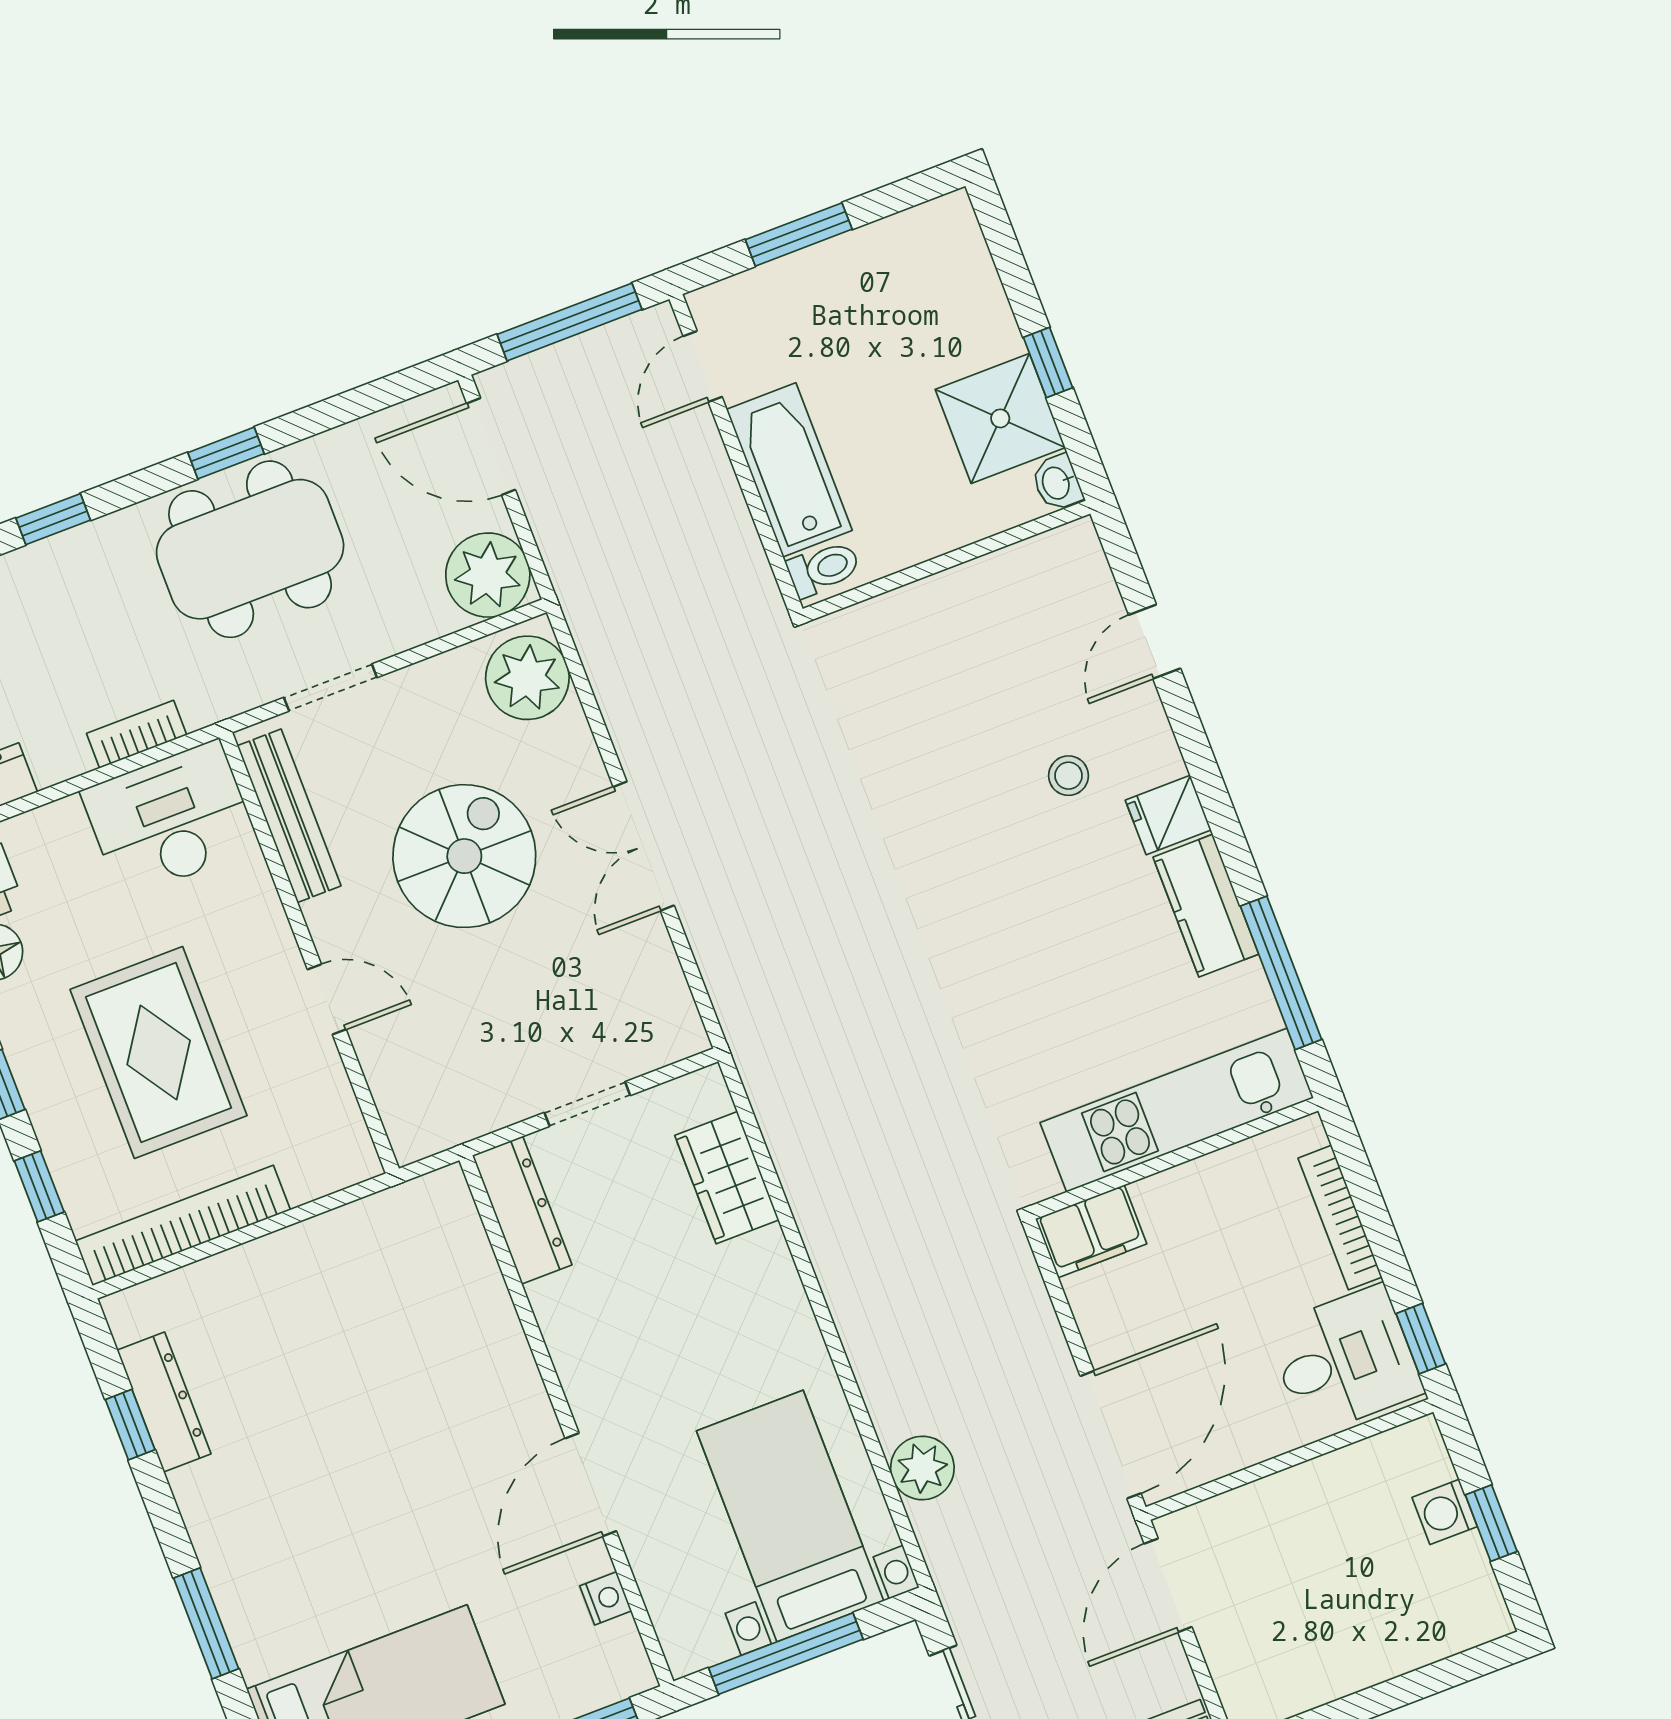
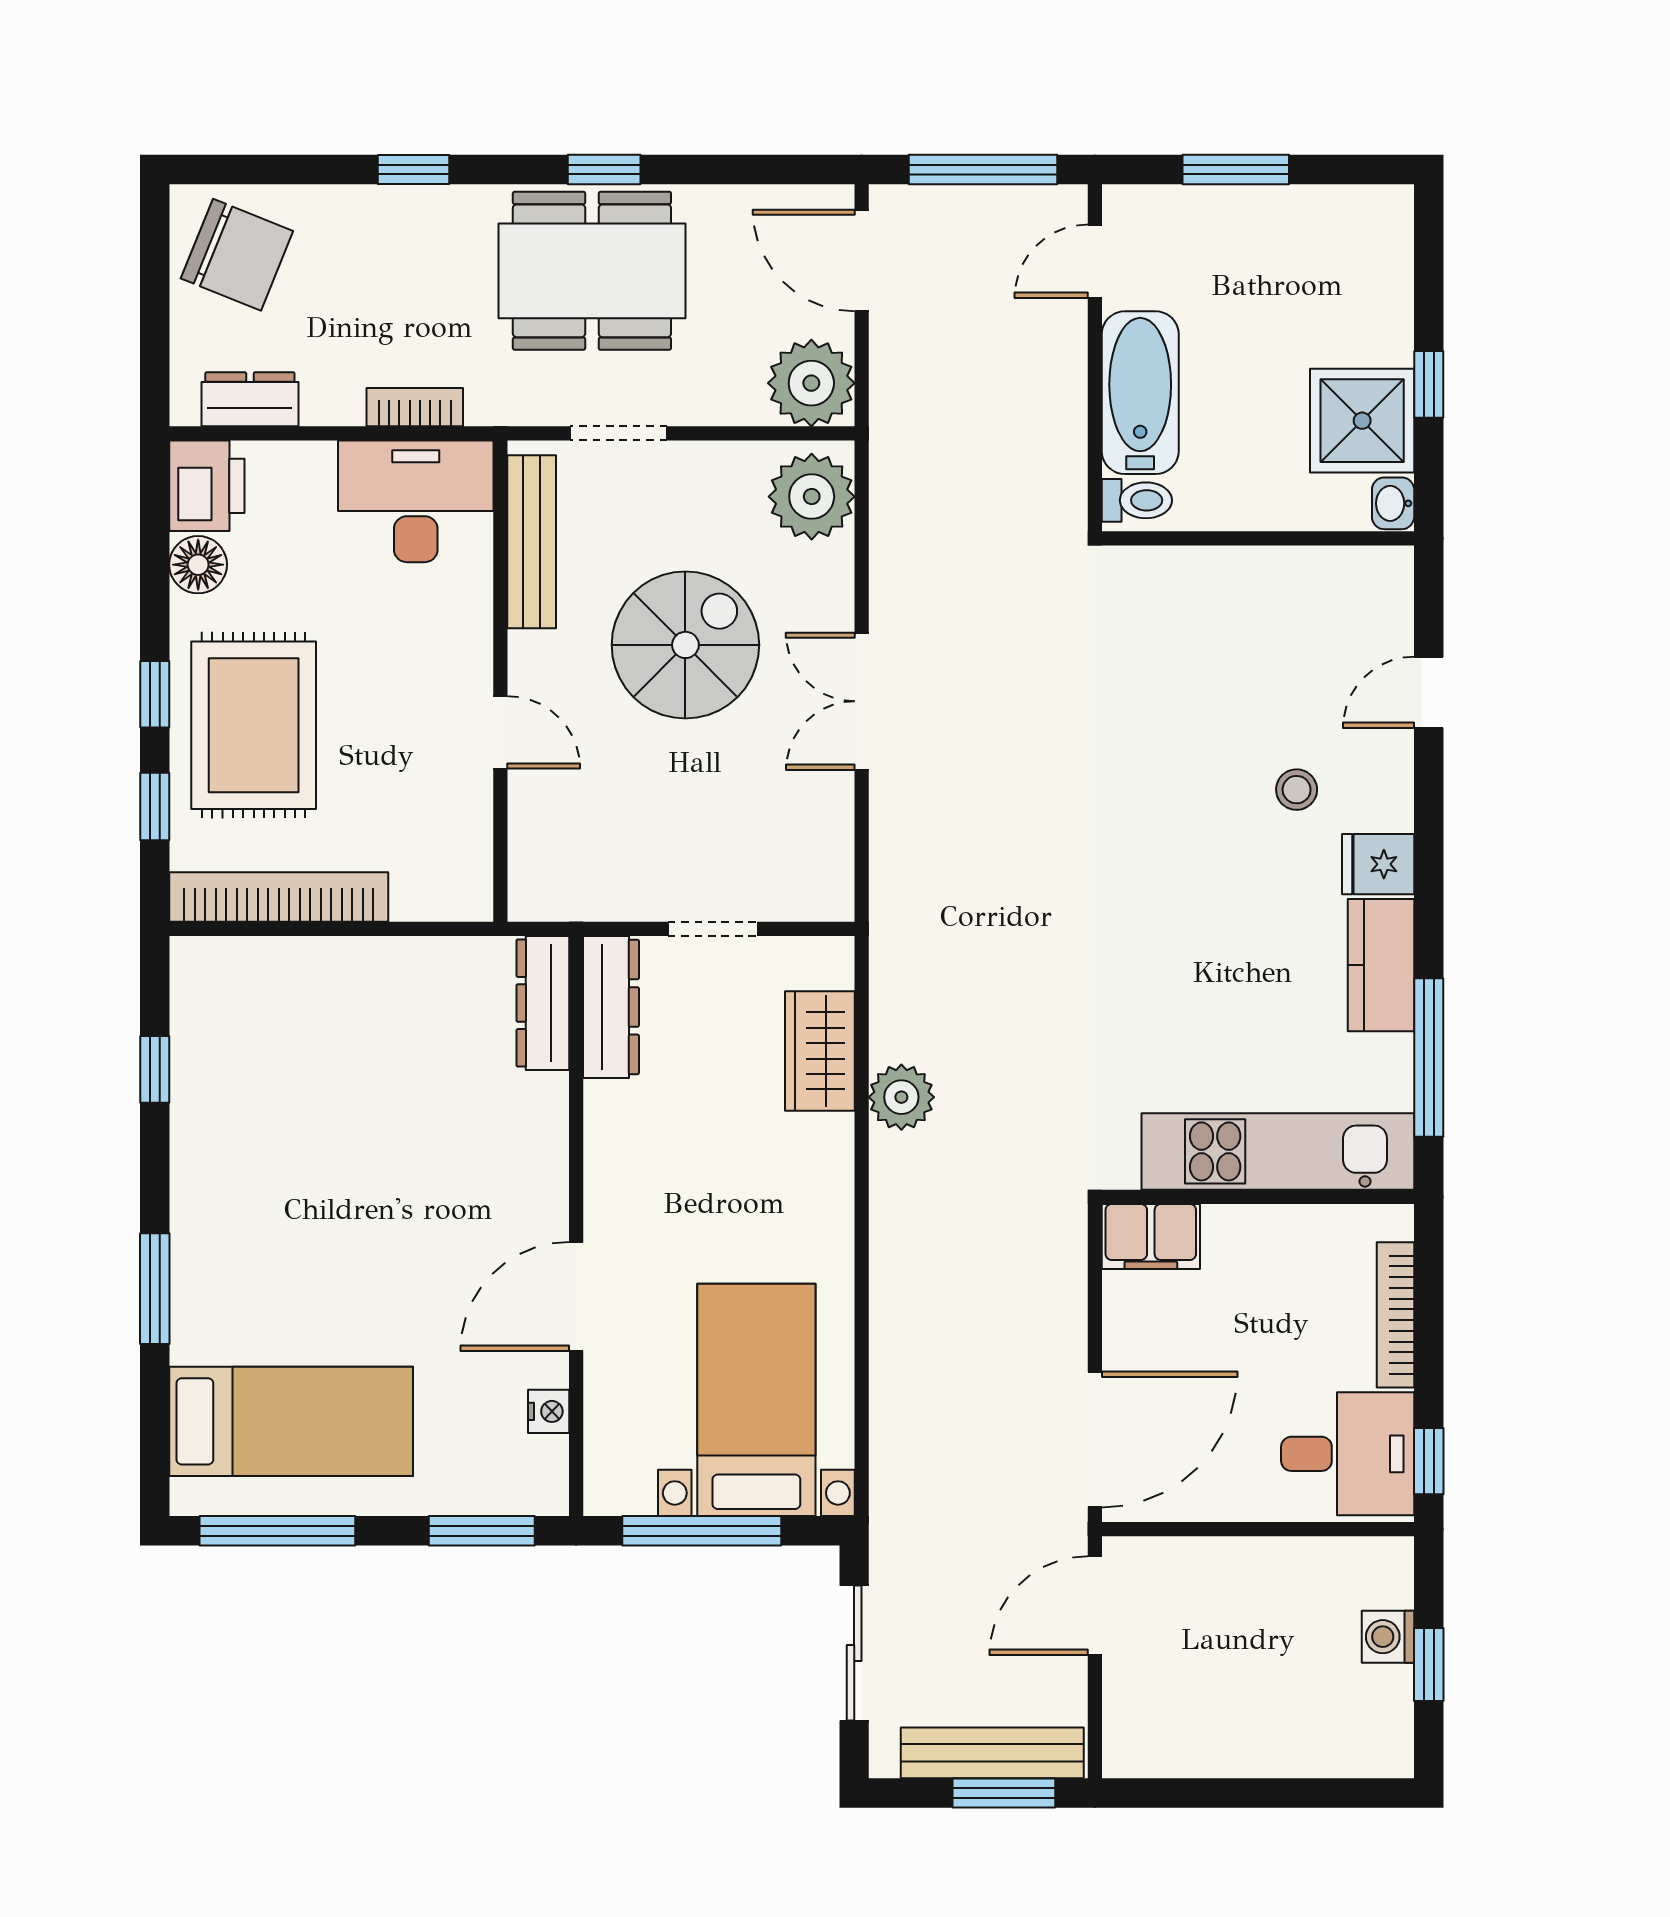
rug: (159, 1052) -> (254, 725), moved
dresser: (164, 1402) -> (543, 1003), moved, turned 180
plant: (922, 1468) -> (901, 1097), moved

